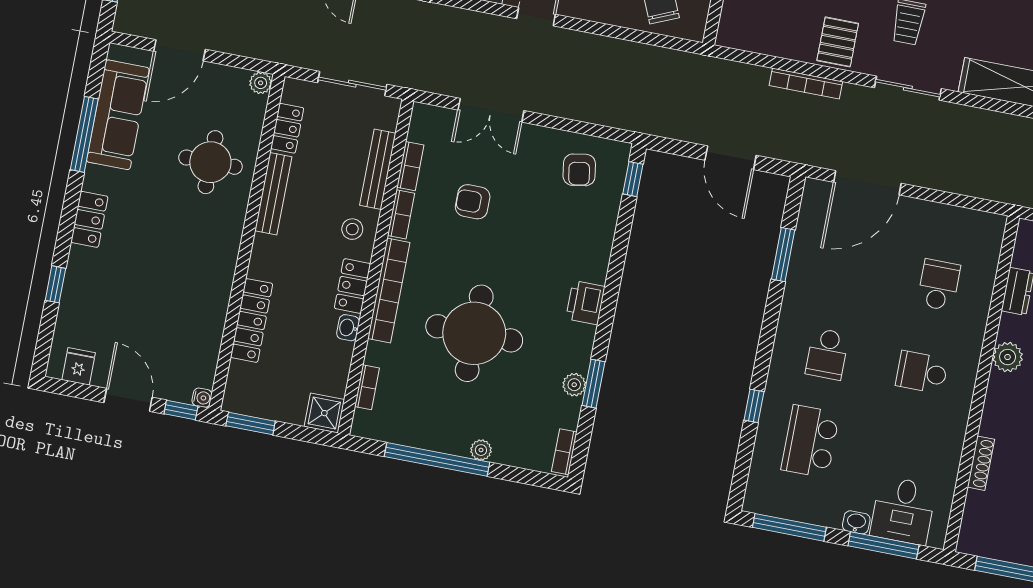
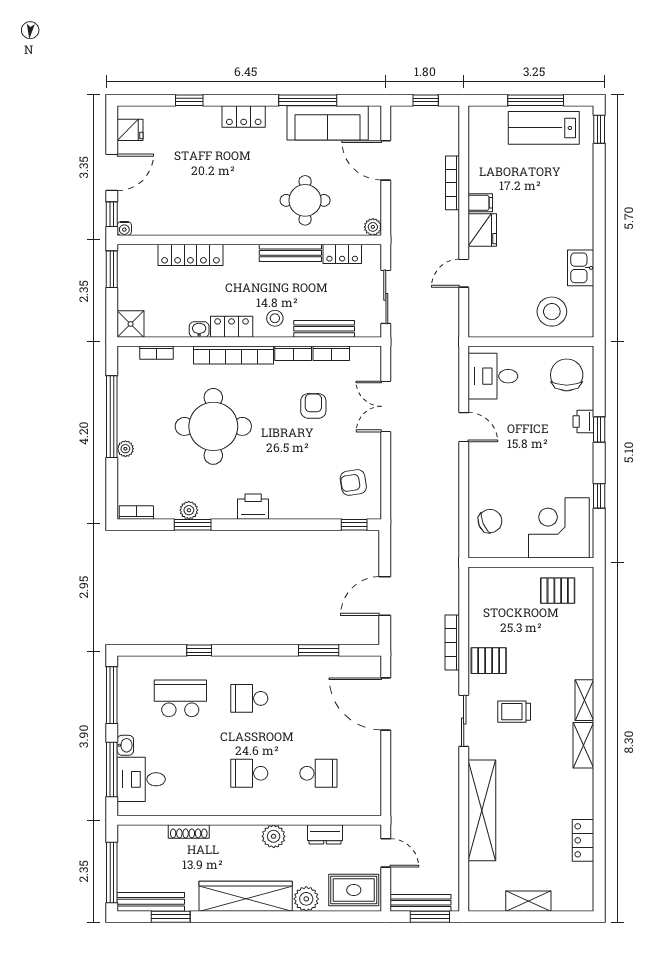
school desk: (922, 372) -> (249, 773), turned -90

